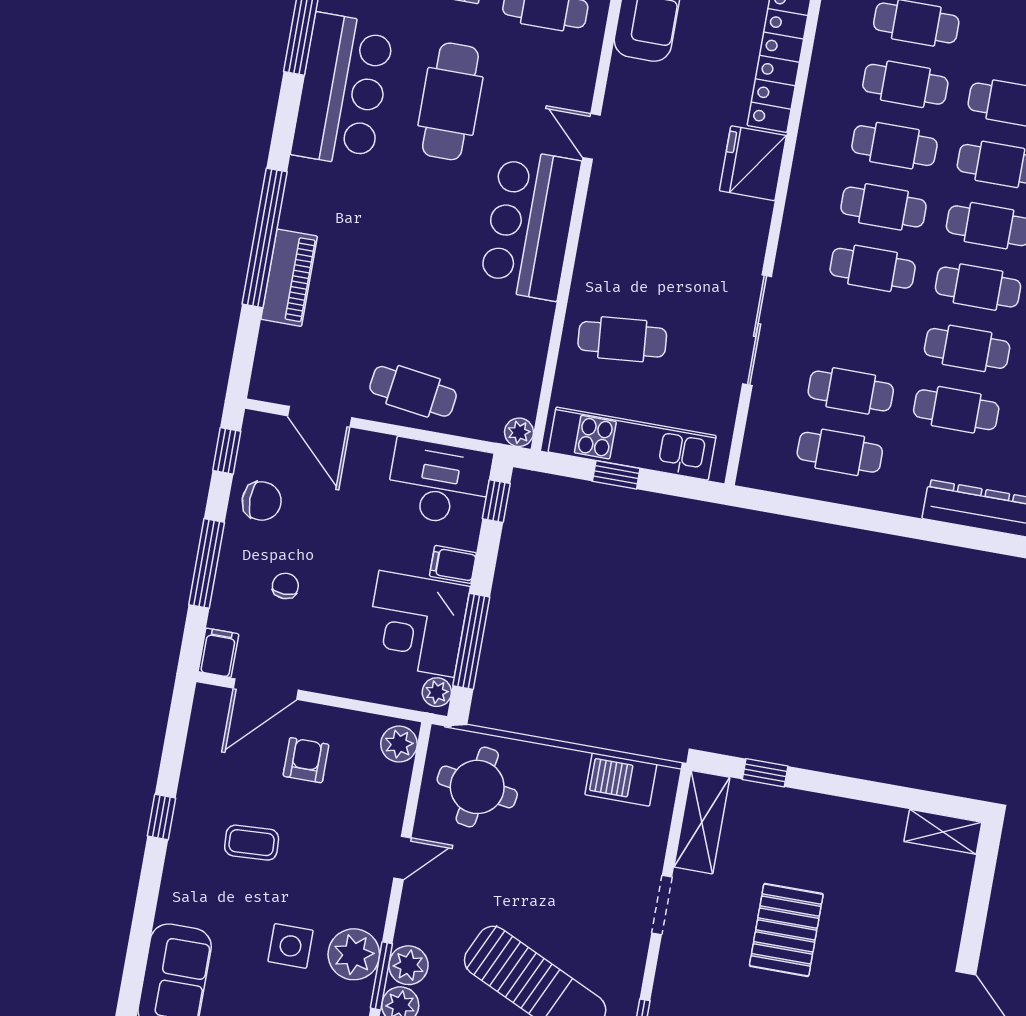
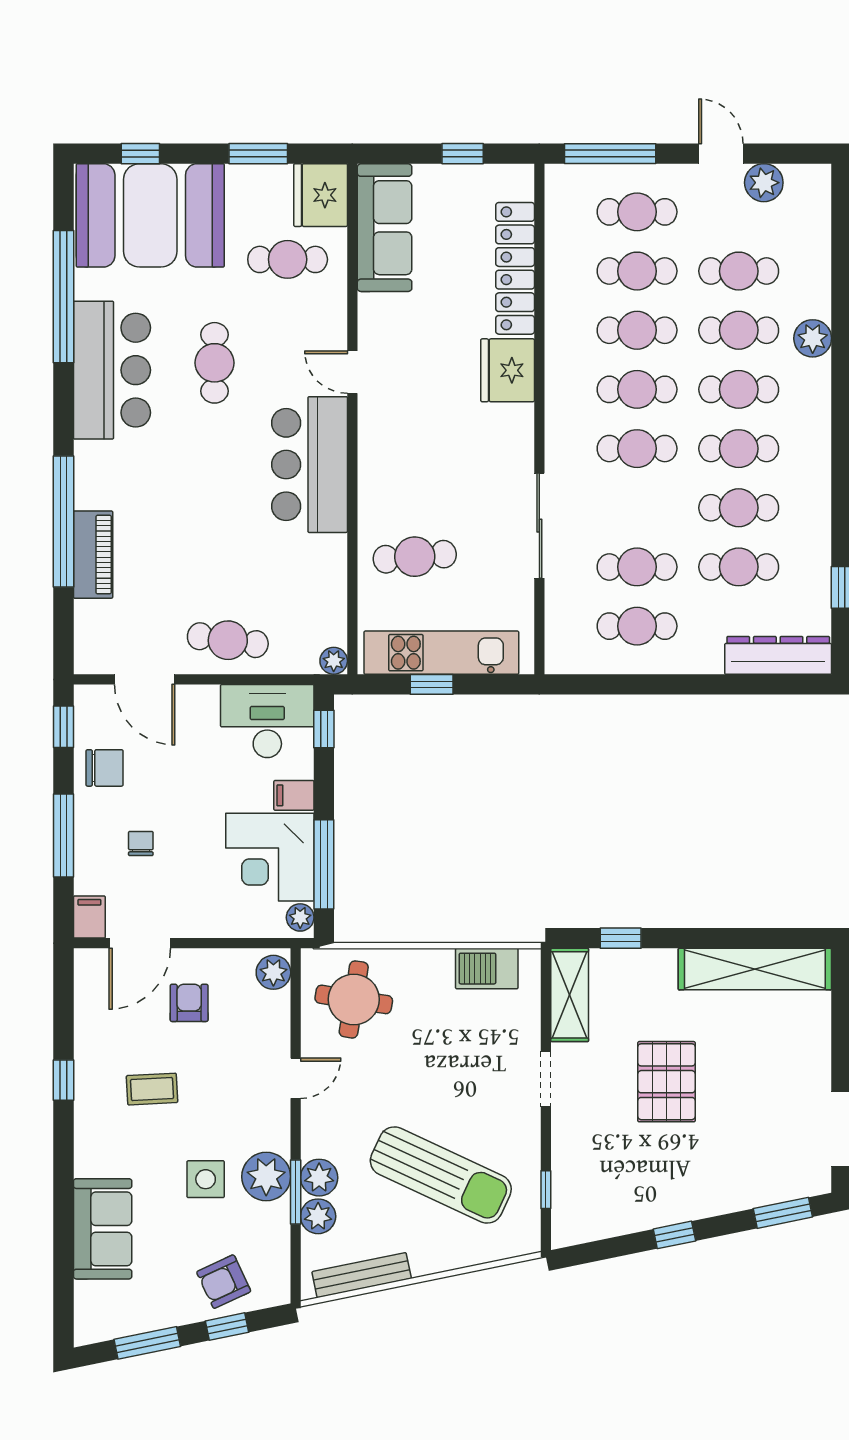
cafe table: (450, 101) -> (214, 363), width x0.73, depth x0.74
shelving: (943, 832) -> (755, 969), width x2.20, depth x1.33

